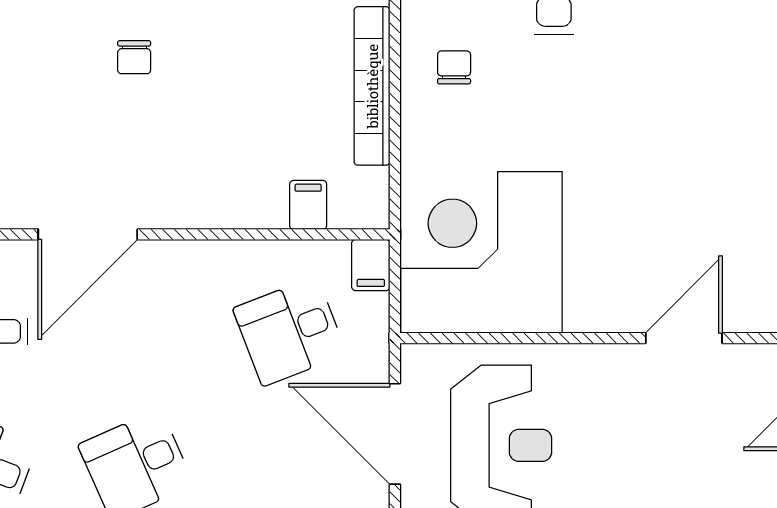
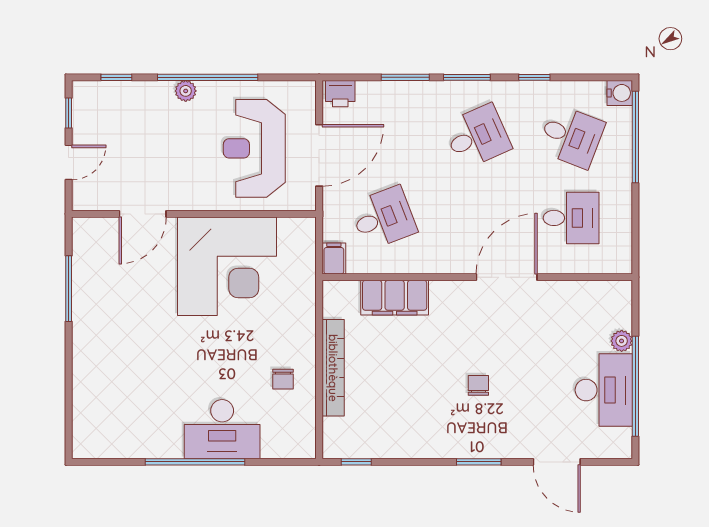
filing cabinet: (308, 205) -> (395, 298), width x3.00, depth x1.17
corner desk: (481, 252) -> (227, 266), moved
door: (395, 434) -> (319, 155), hinge flipped

